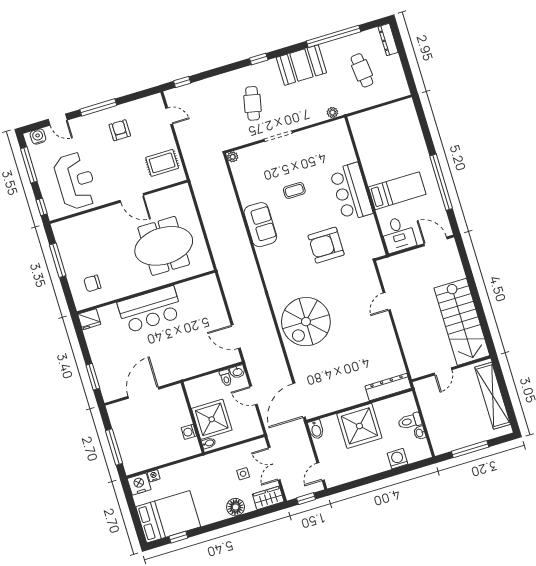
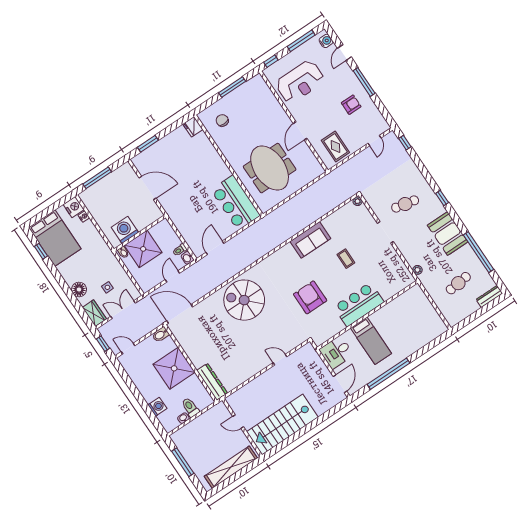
bar counter: (150, 310) -> (236, 203), moved
washing machine: (189, 432) -> (125, 230), width x1.89, depth x1.89

